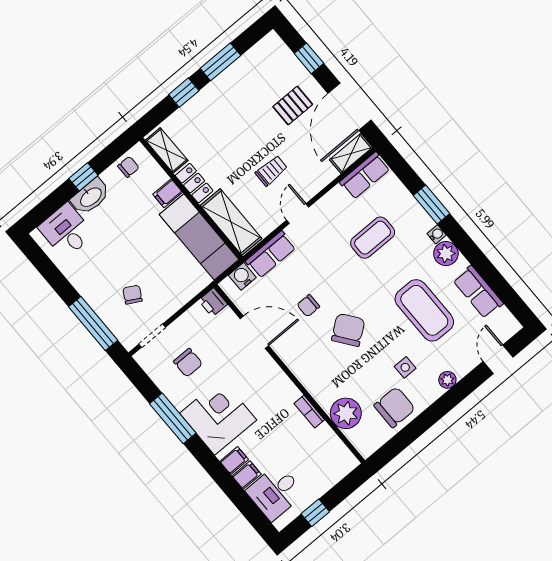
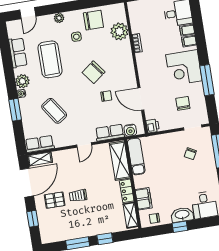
trolley: (271, 171) -> (78, 196), moved
filing cabinet: (168, 193) -> (144, 199), width x2.00
exam couch: (199, 237) -> (136, 156), width x0.73, depth x0.69
coffee table: (373, 238) -> (54, 111), turned 56
chair: (395, 407) -> (93, 20), turned 180

